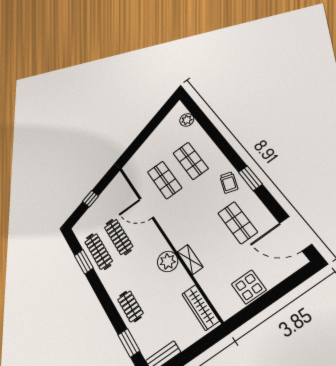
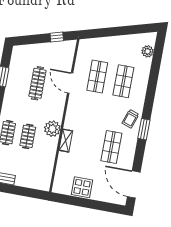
window: (91, 199) -> (57, 37), moved
clothes rail: (99, 251) -> (28, 136), moved, width x0.73
wardrobe: (200, 307) -> (46, 172), removed

